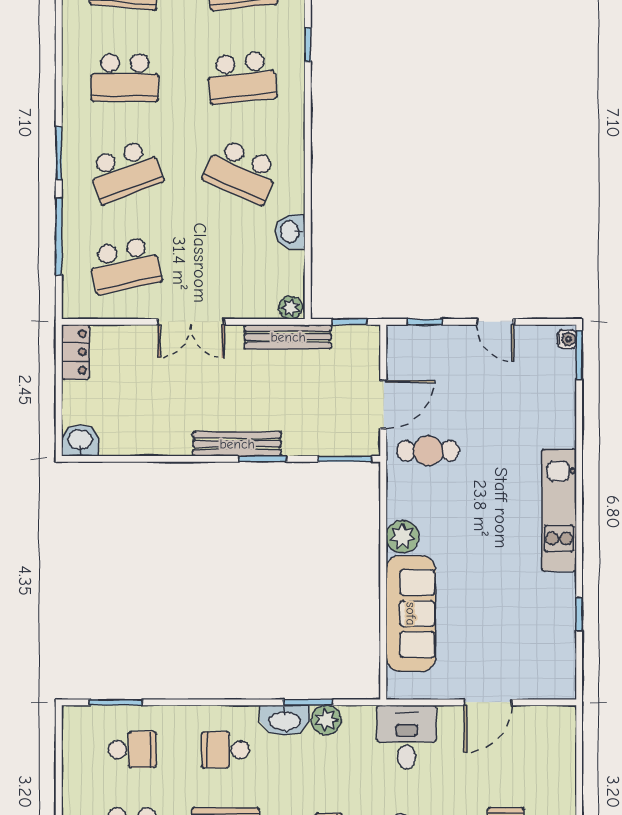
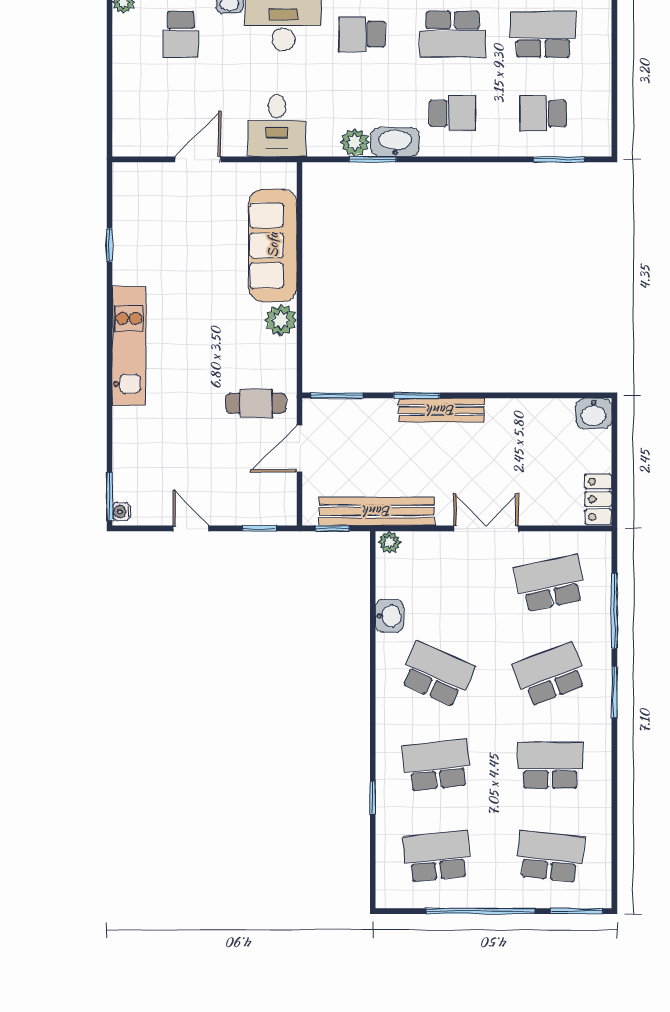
bench: (288, 337) -> (377, 511), width x1.37, depth x1.21

